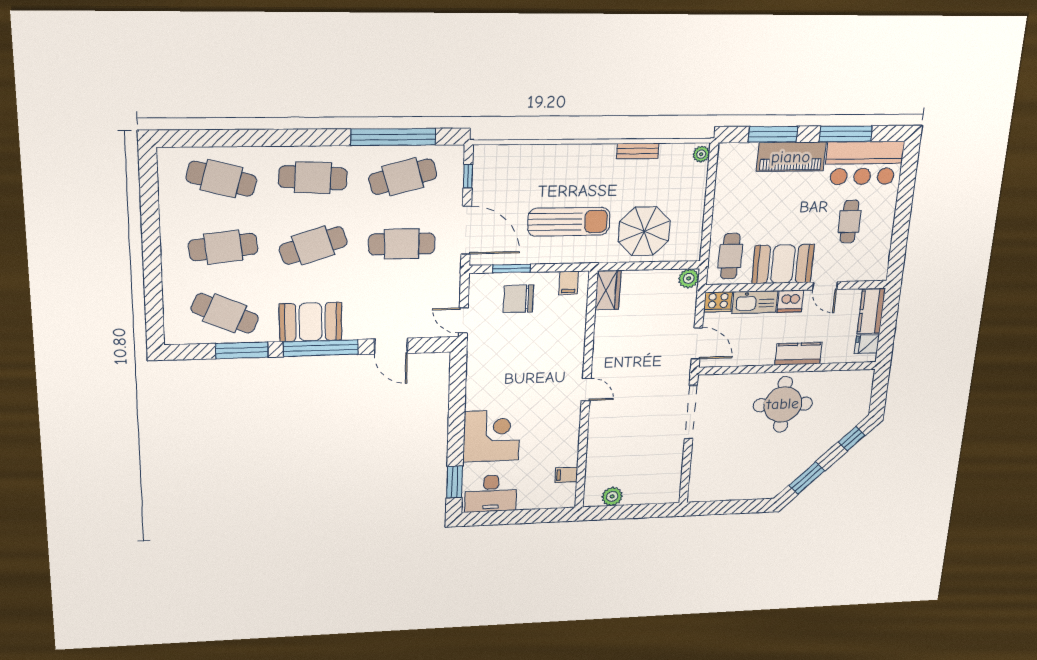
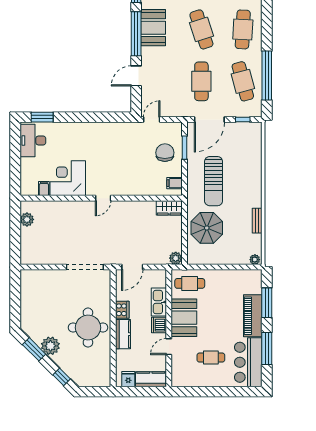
cooker: (718, 302) -> (122, 310), moved, turned 180
corner desk: (492, 436) -> (68, 178), moved, turned 180
plant: (804, 456) -> (50, 346), added

